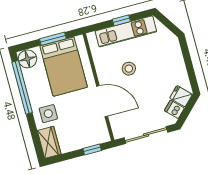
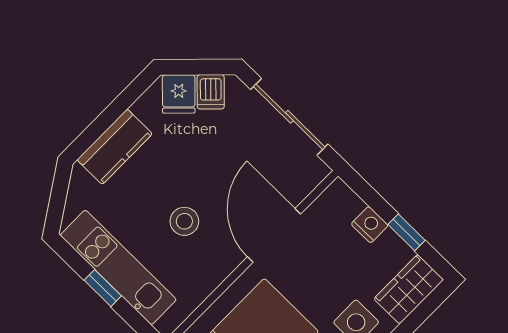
kitchen counter: (175, 58) -> (115, 147), added
nightstand: (84, 142) -> (370, 225), added
window: (92, 149) -> (406, 232), moved

